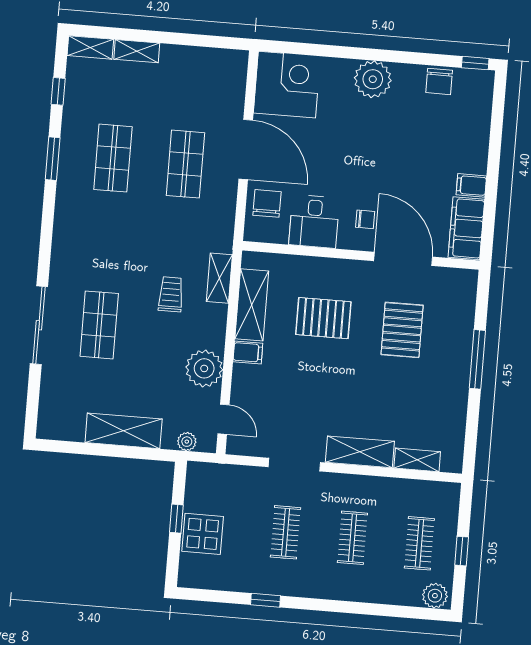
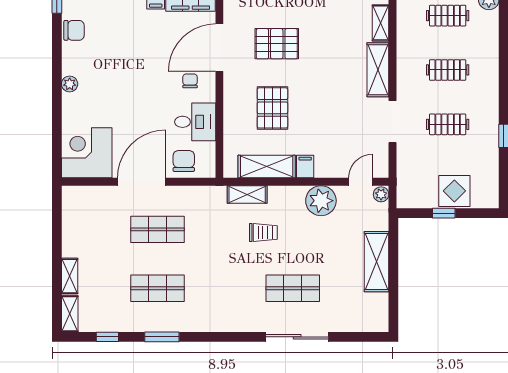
plant: (373, 79) -> (70, 84), width x0.53, depth x0.53
chair: (267, 203) -> (184, 161), turned 90
trolley: (171, 294) -> (263, 232), turned 180
plant: (187, 442) -> (381, 194), moved

